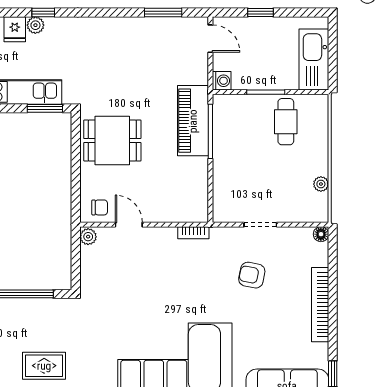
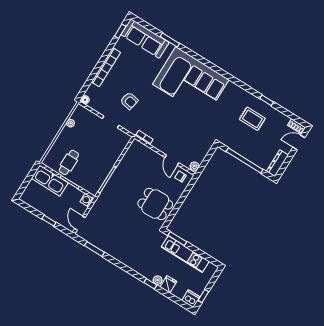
kitchen sink: (314, 59) -> (50, 181), moved, turned 90
piano: (193, 121) -> (112, 190), removed

